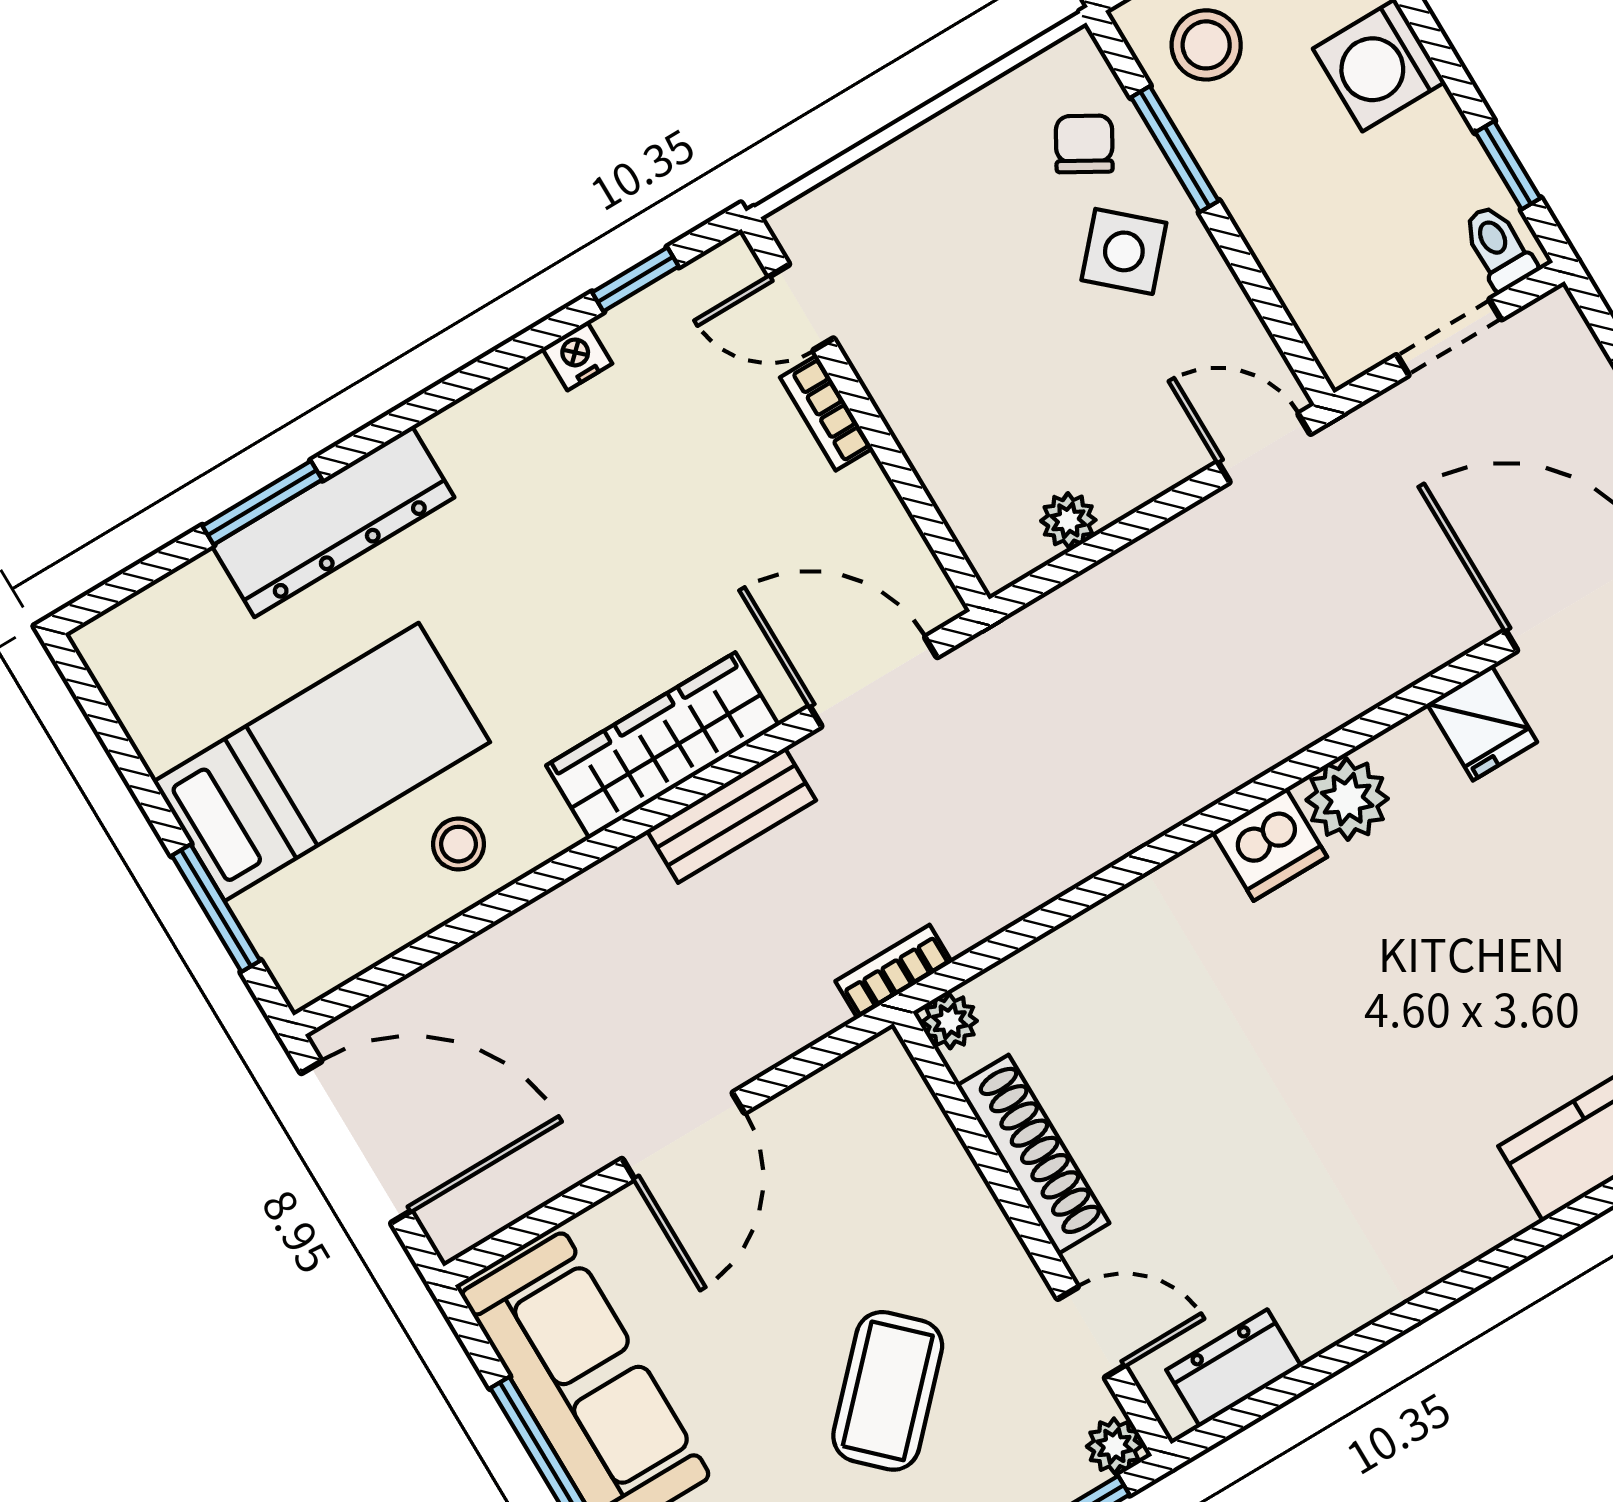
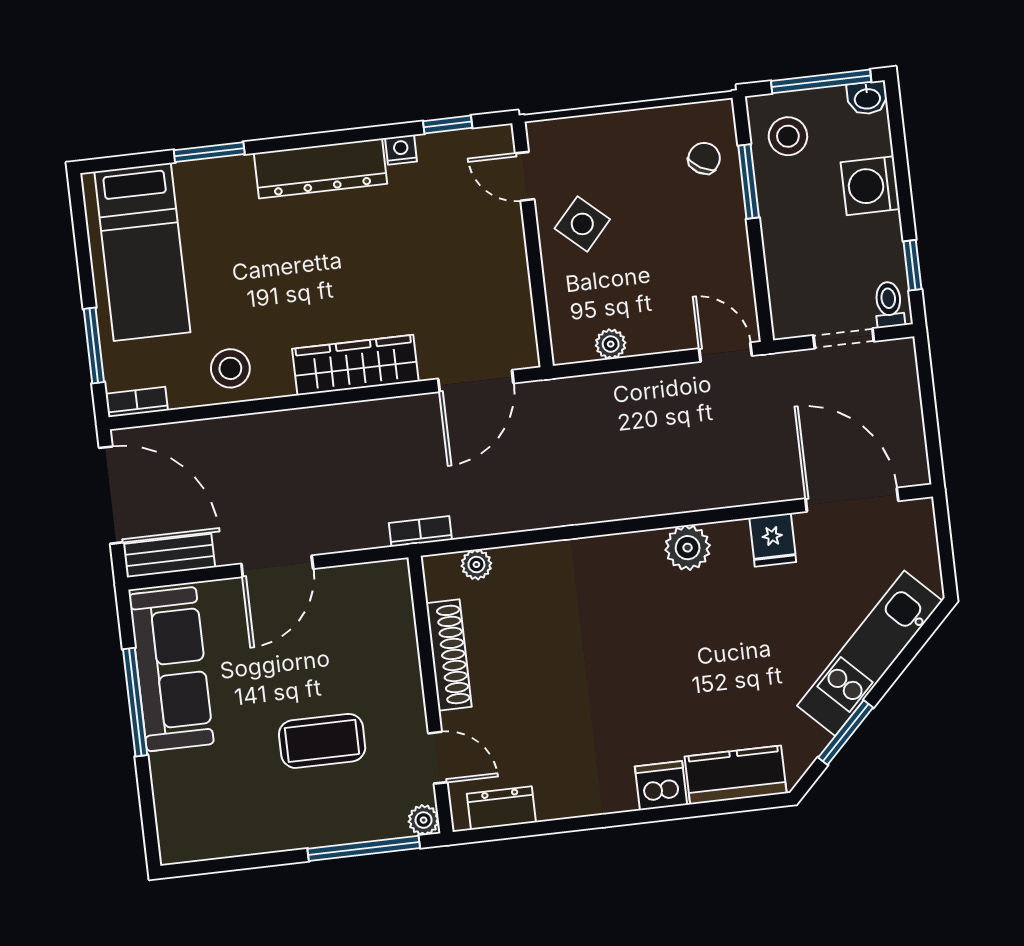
side table: (1124, 251) -> (582, 224), moved
bookcase: (826, 413) -> (137, 402), moved, turned 90
dresser: (333, 522) -> (320, 168), moved
door: (873, 682) -> (476, 381), swing flipped
bed: (322, 762) -> (142, 252), moved, turned 90
bench: (731, 815) -> (169, 556), moved
stool: (459, 844) -> (230, 368), width x1.37, depth x1.37
dishwasher: (1270, 845) -> (661, 786), moved, turned 180
plant: (950, 1021) -> (476, 564), moved
coffee table: (888, 1391) -> (322, 741), turned 46

